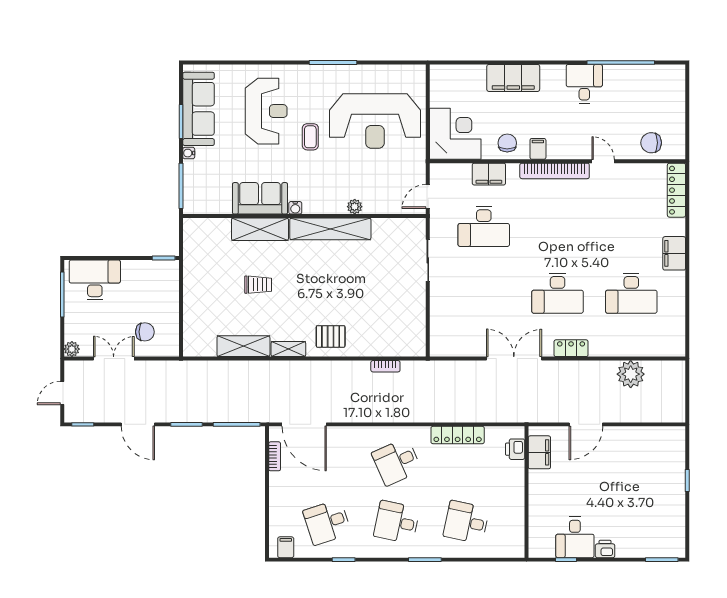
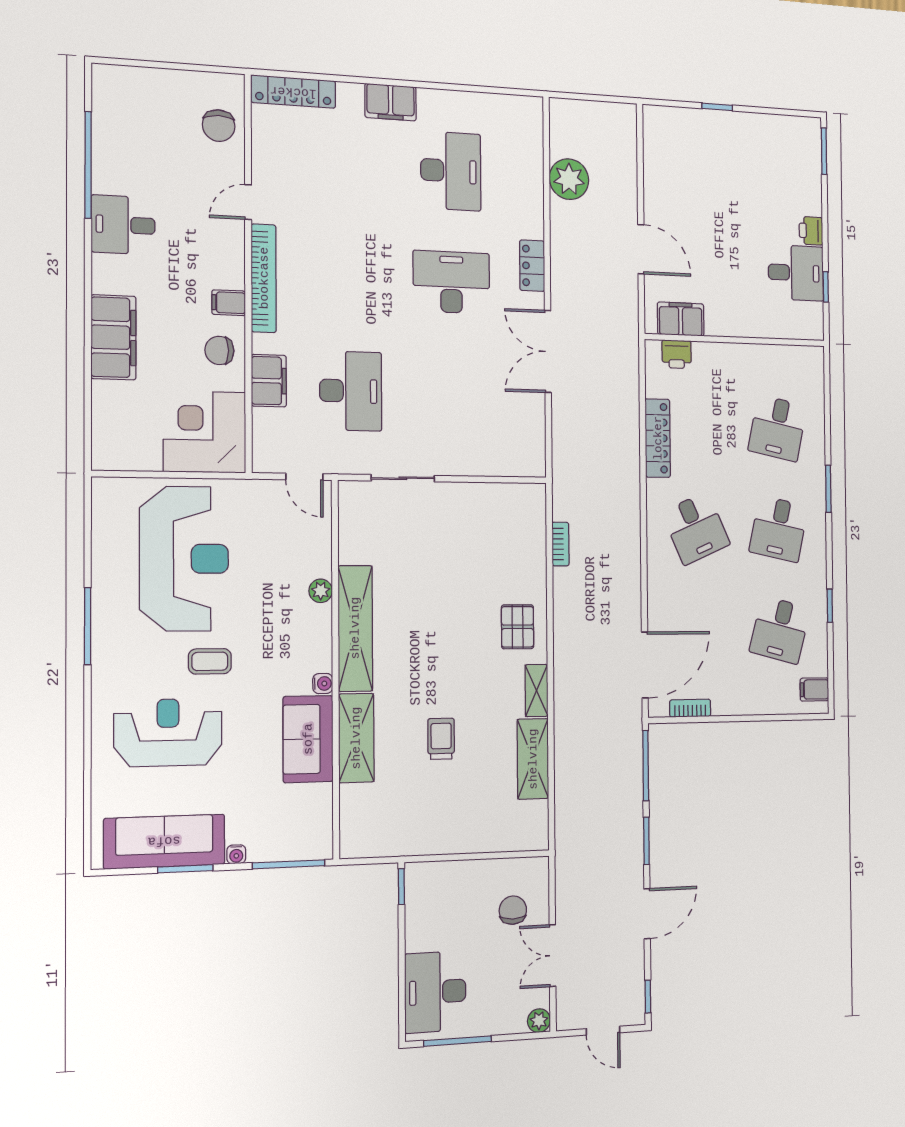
desk: (558, 293) -> (451, 282), turned -90
desk: (327, 522) -> (780, 630), turned 33

